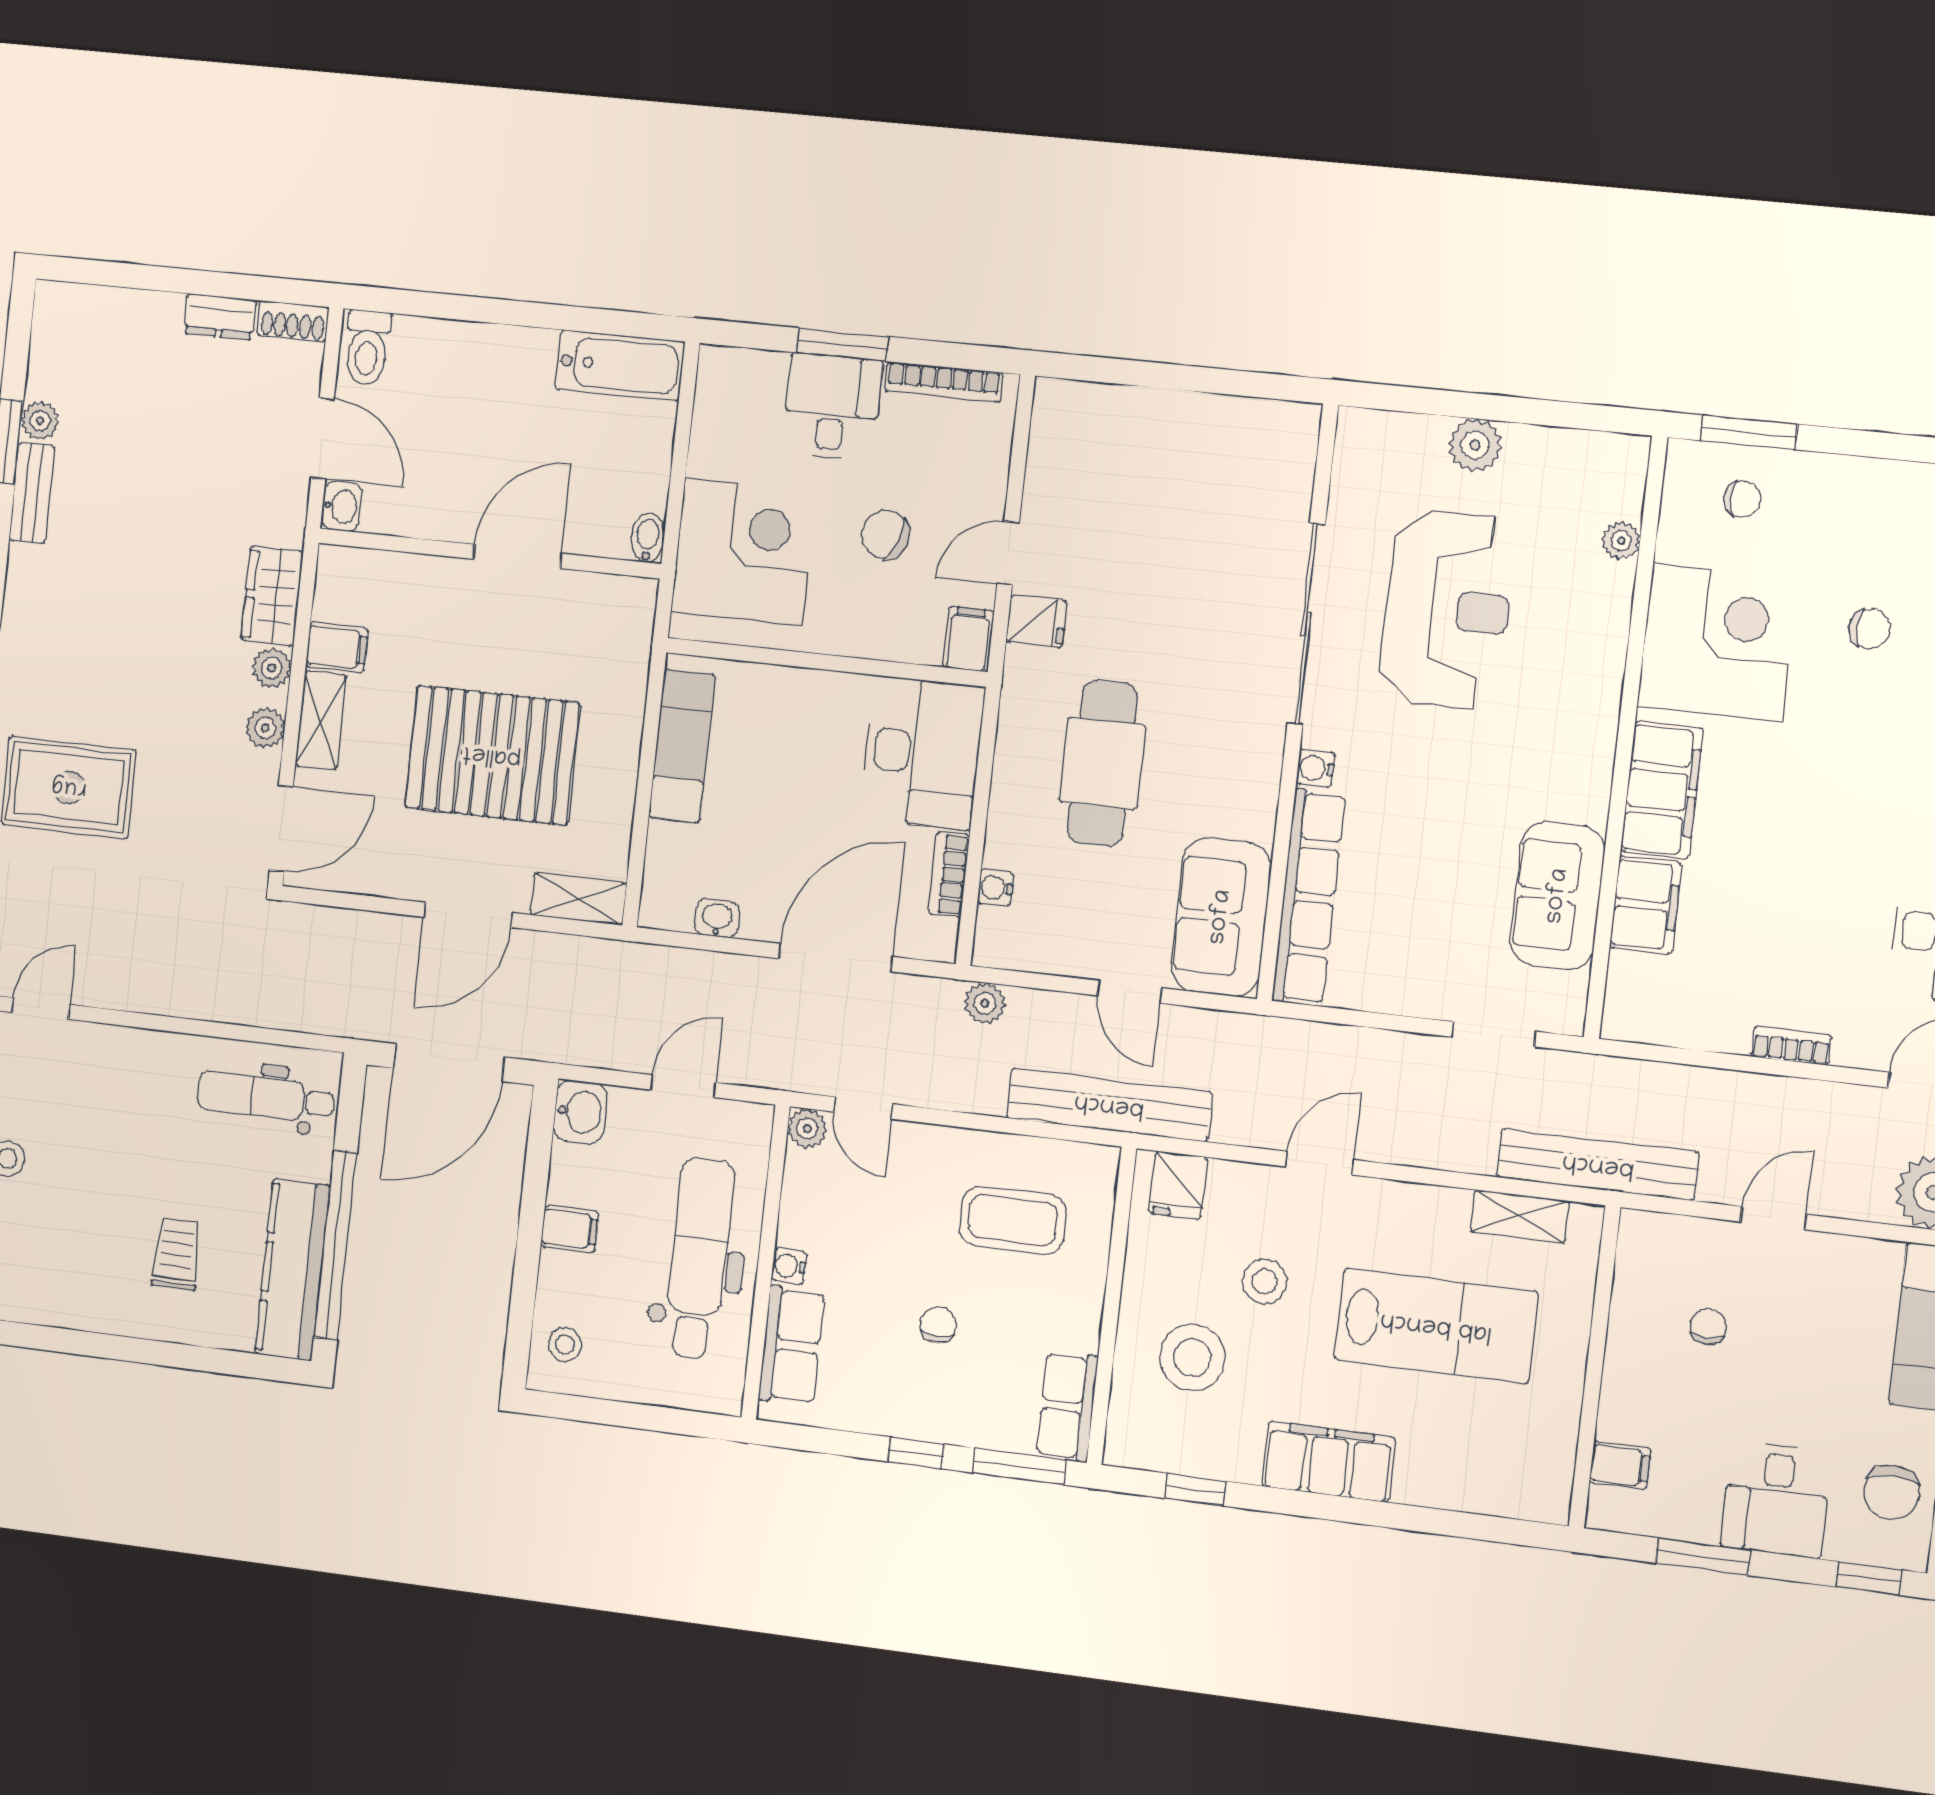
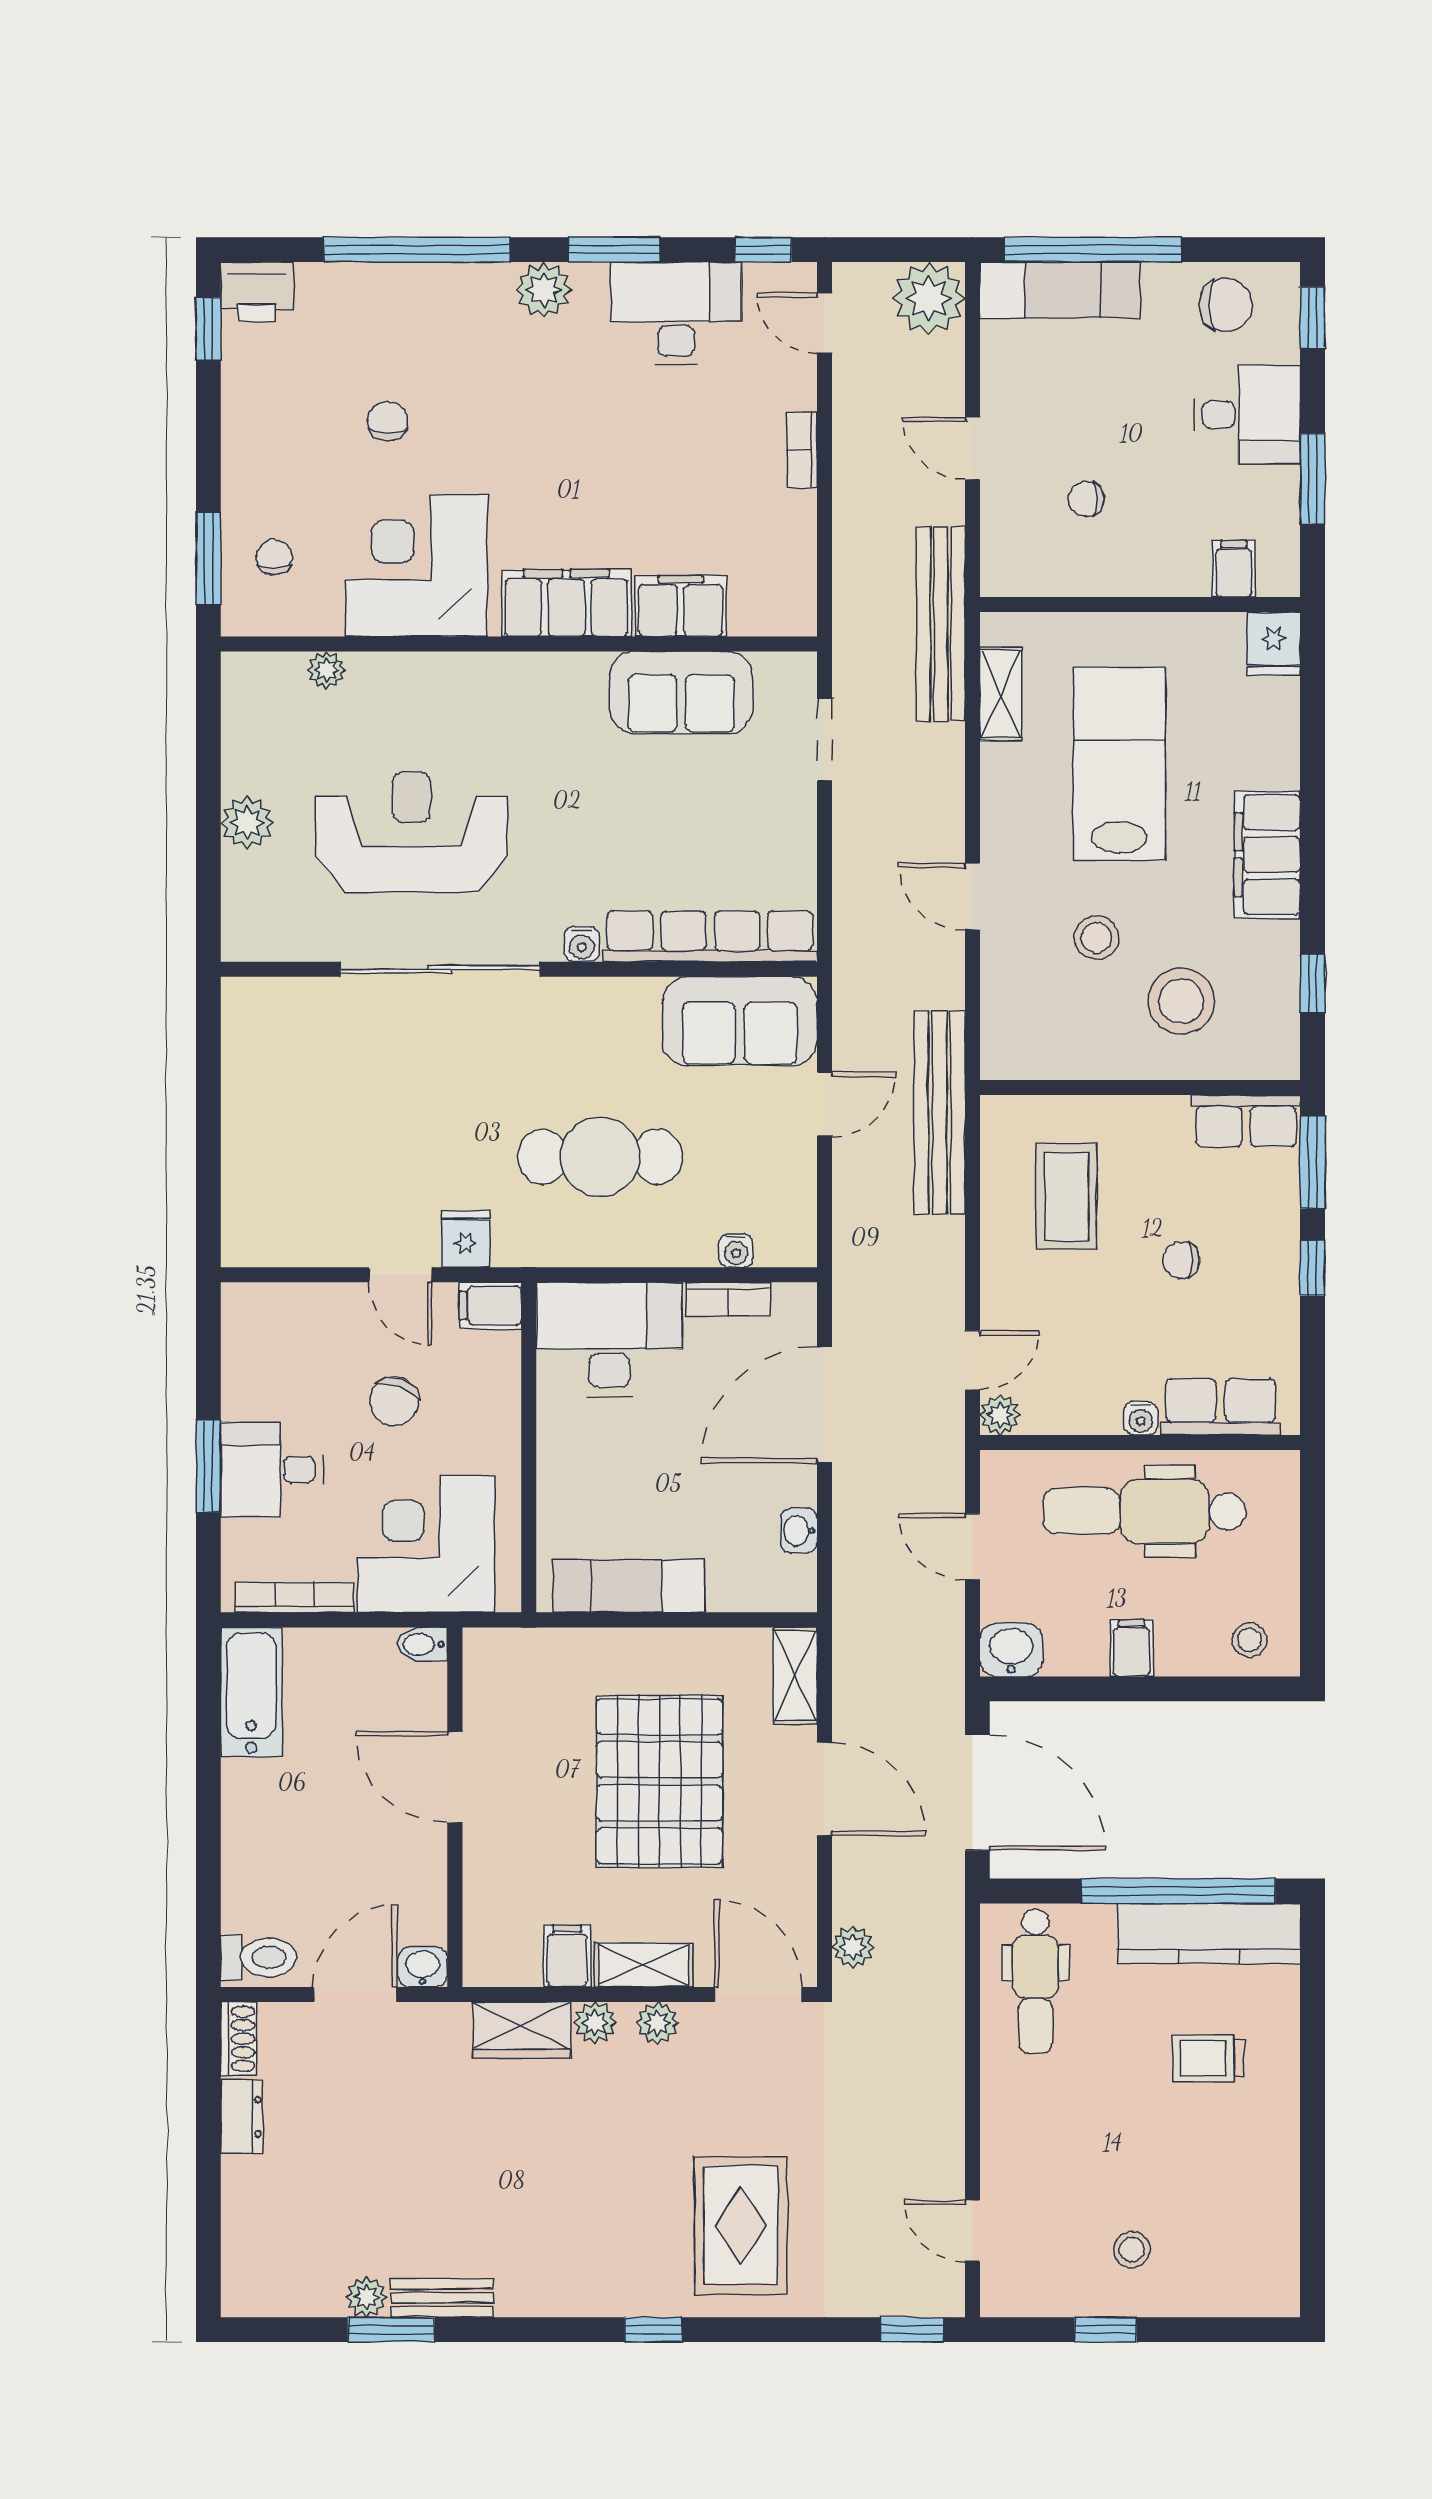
bookcase: (944, 382) -> (295, 1597), moved, turned -90
door: (836, 958) -> (825, 1405), hinge flipped
plant: (985, 1003) -> (853, 1947), moved
fridge: (1178, 1185) -> (1274, 644), moved, turned 90

